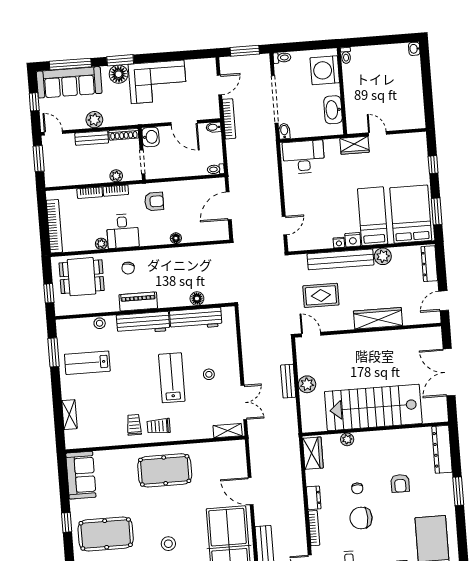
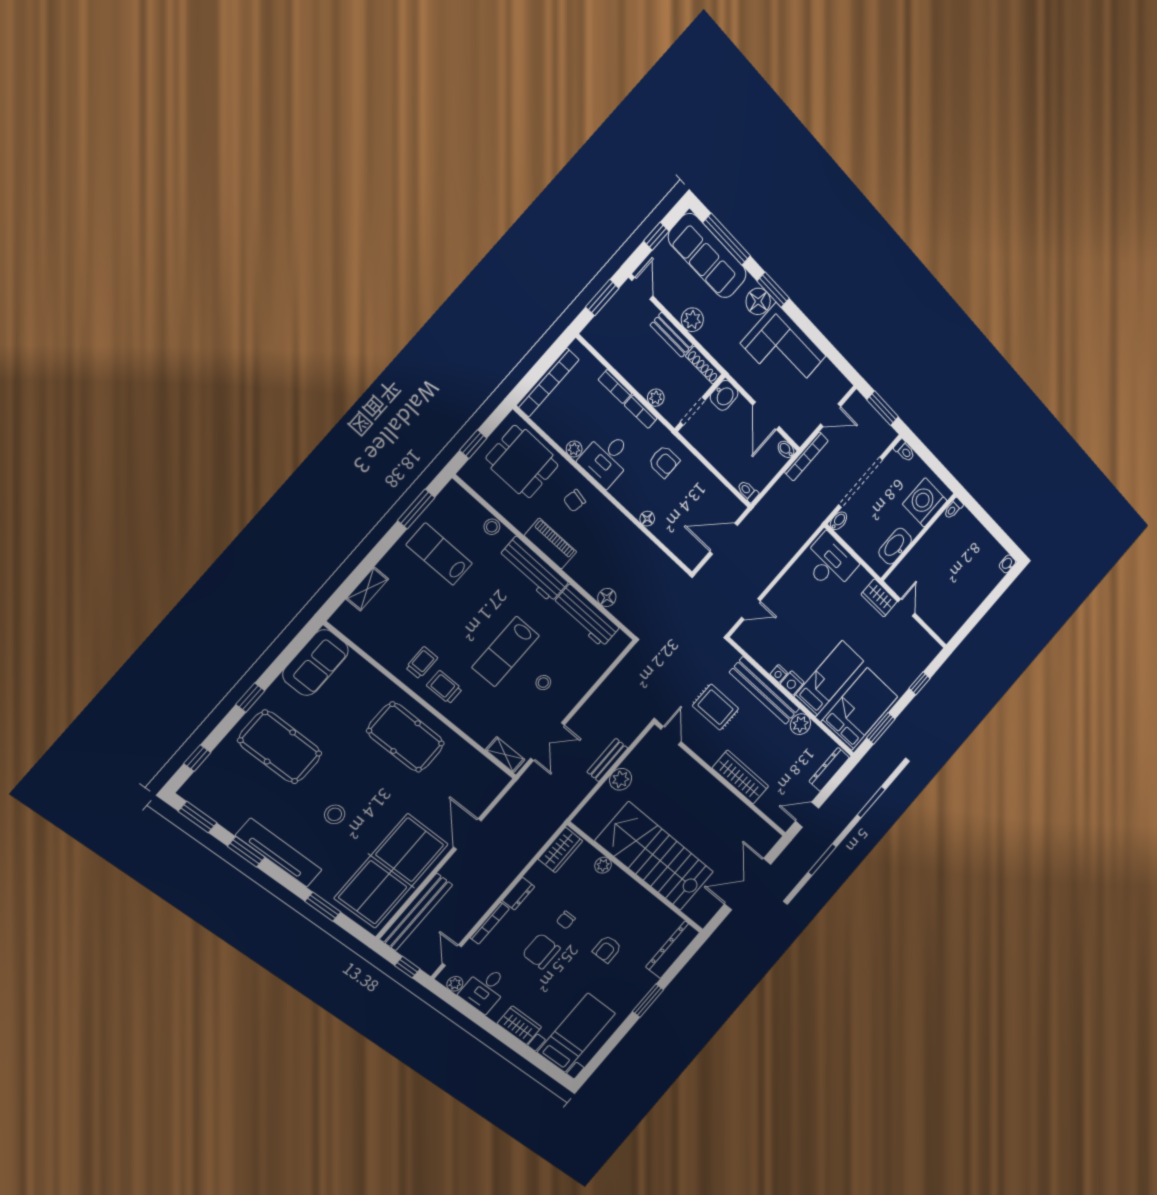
lab bench: (172, 378) -> (506, 652), turned 180

